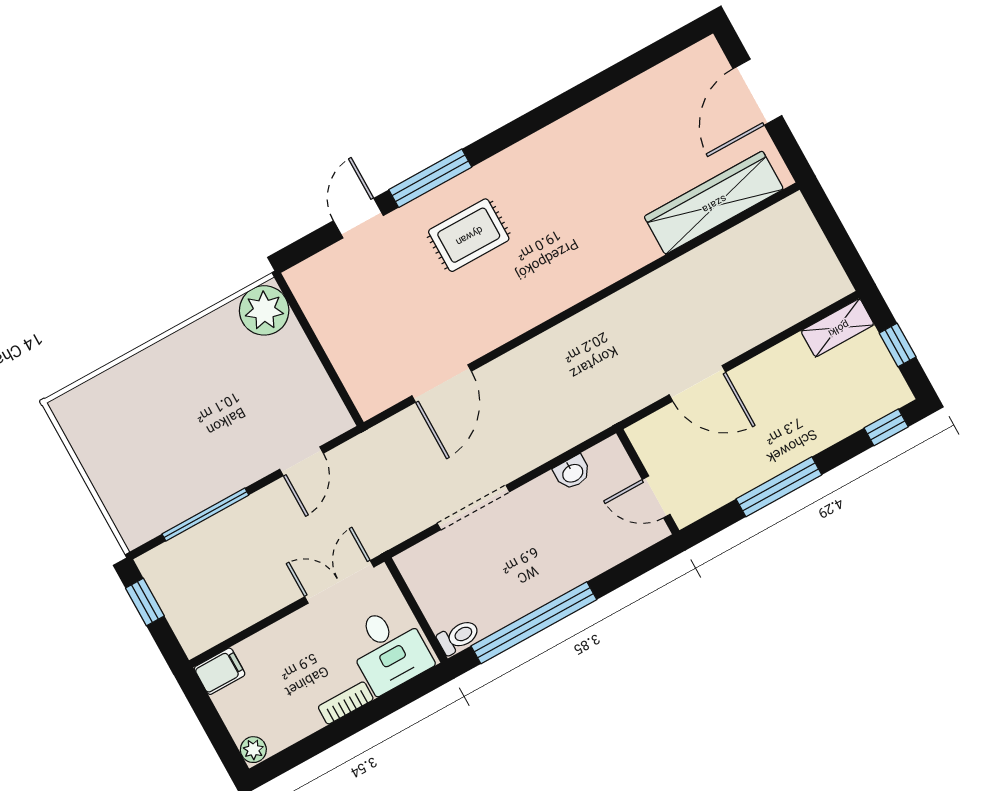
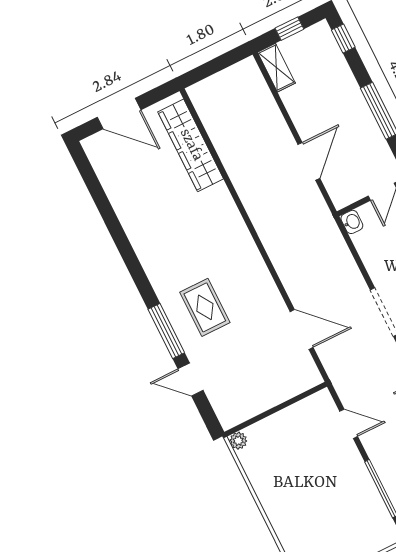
plant: (264, 310) -> (238, 441), width x0.53, depth x0.53
washbasin: (572, 473) -> (352, 222), moved

